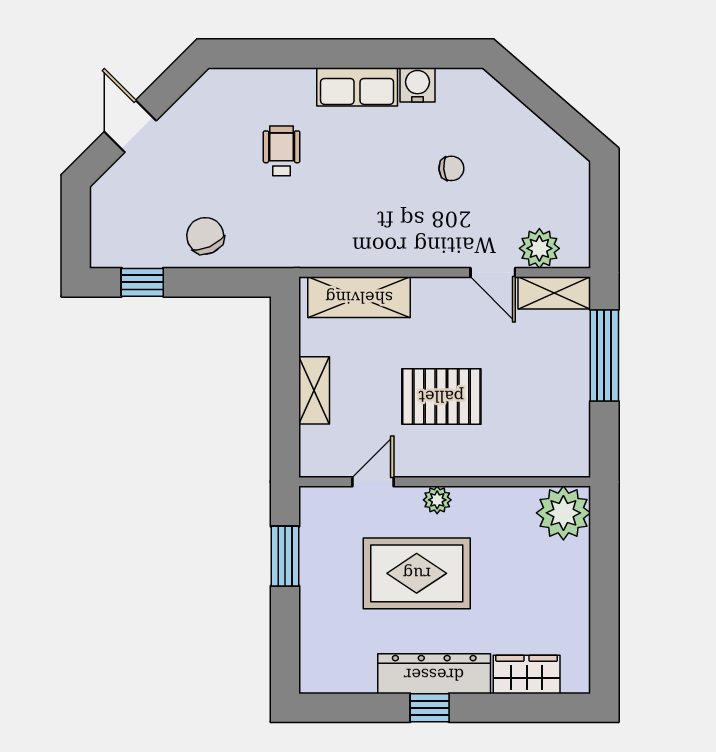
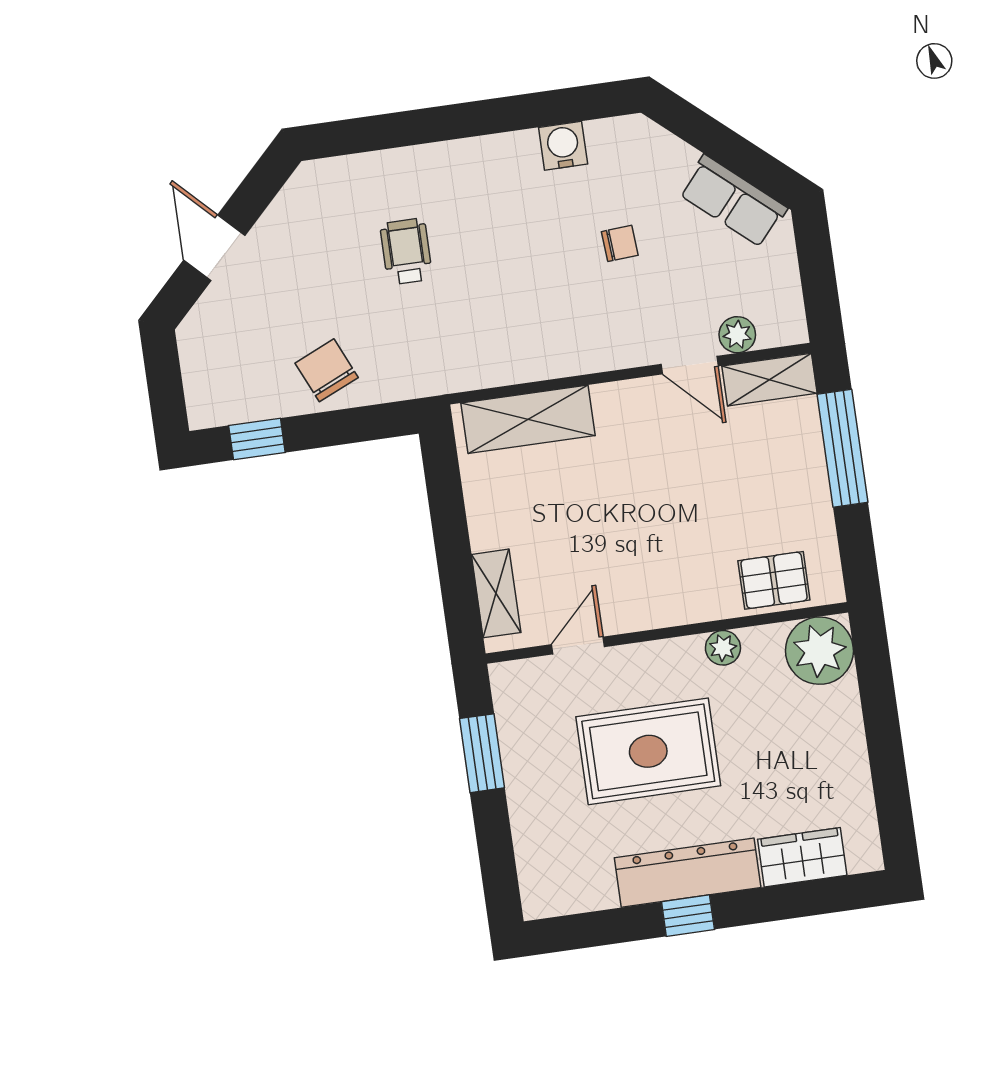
row of seats: (357, 87) -> (733, 201), moved, turned 41
plant: (539, 248) -> (737, 335), width x0.73, depth x0.73
shelving: (314, 390) -> (496, 593), moved
pallet: (441, 396) -> (774, 580), moved, width x0.67, depth x0.71
plant: (437, 500) -> (723, 648), moved

